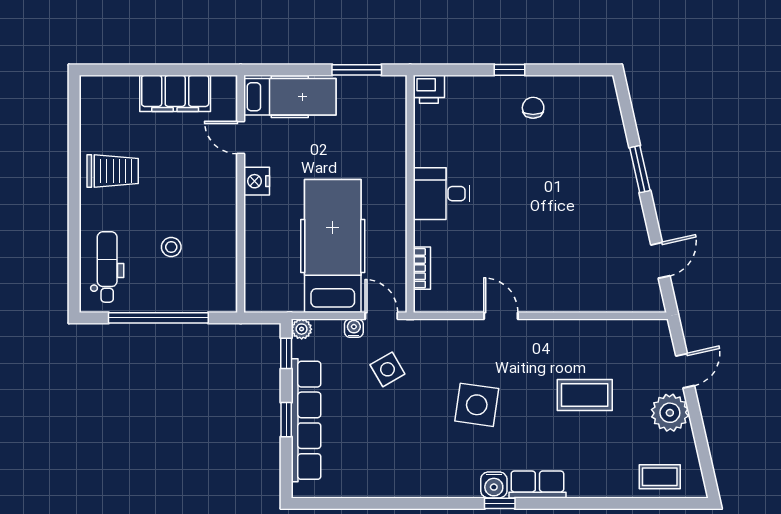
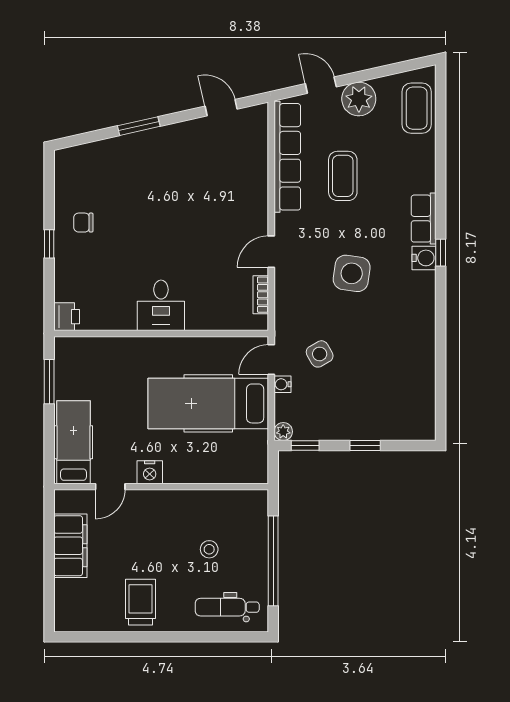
bookcase: (422, 268) -> (261, 295), moved, turned -90
row of seats: (306, 420) -> (287, 157), moved, turned 90
coffee table: (660, 477) -> (417, 108), width x1.36, depth x1.30

